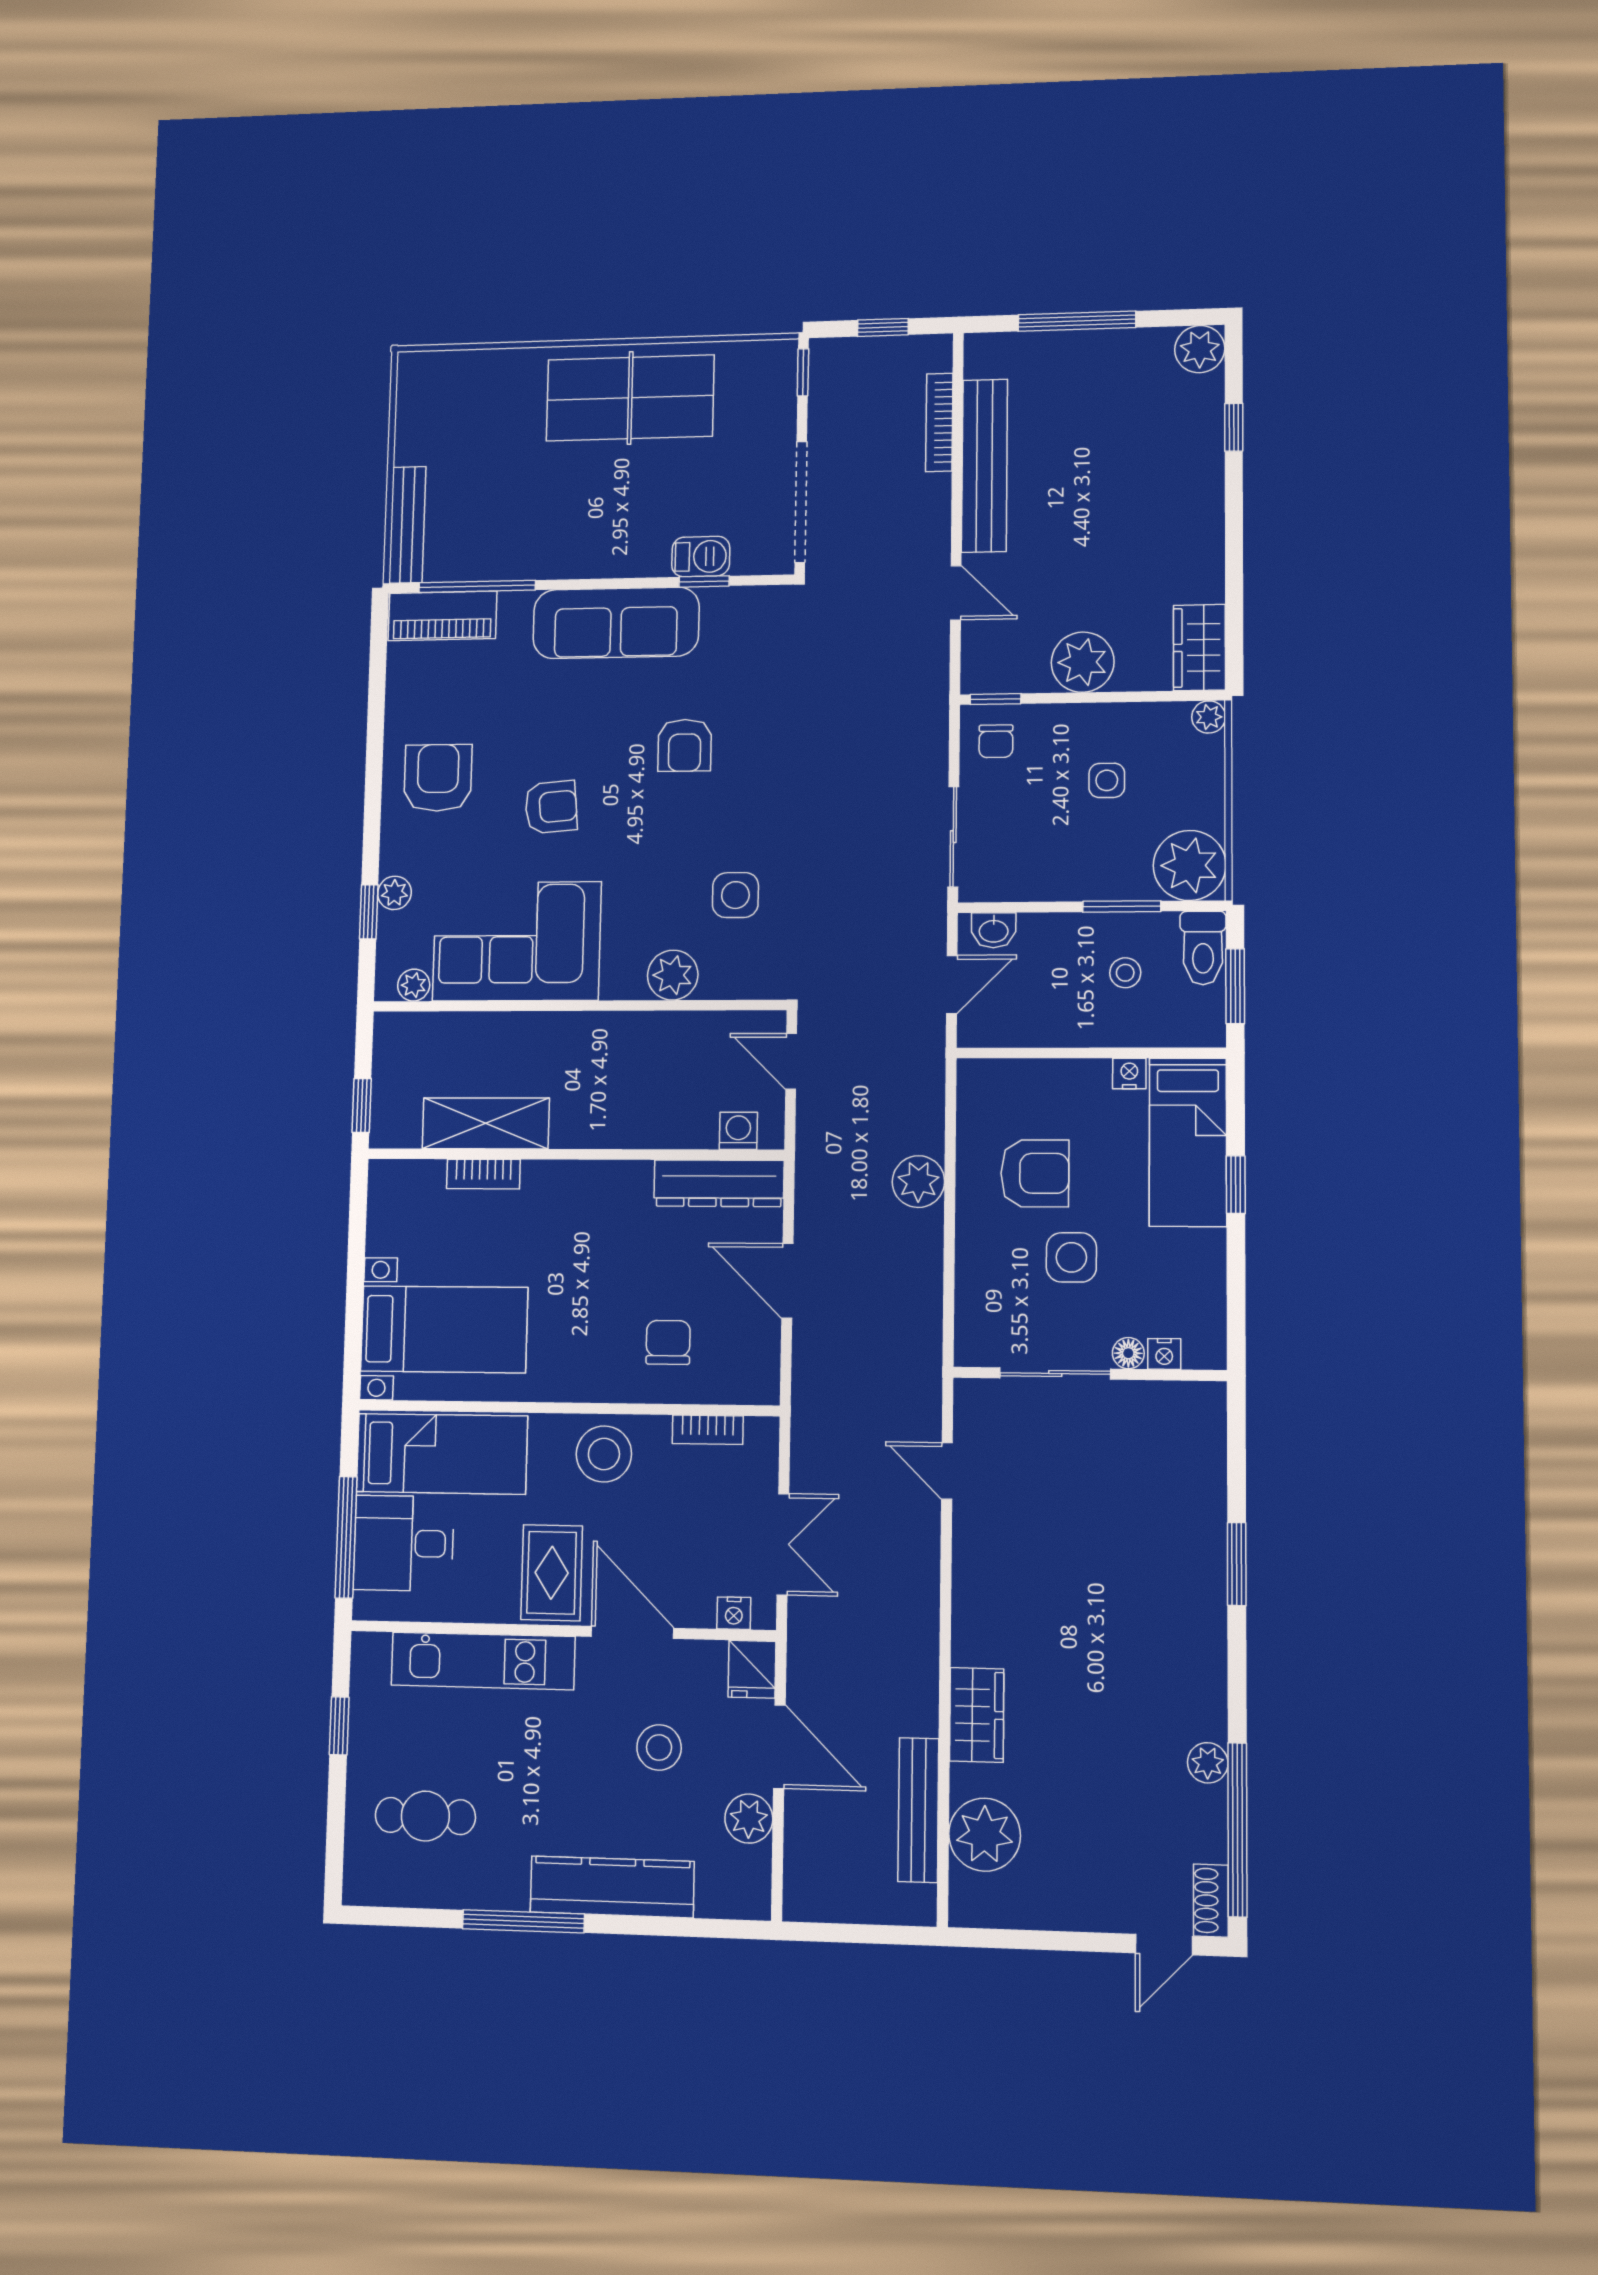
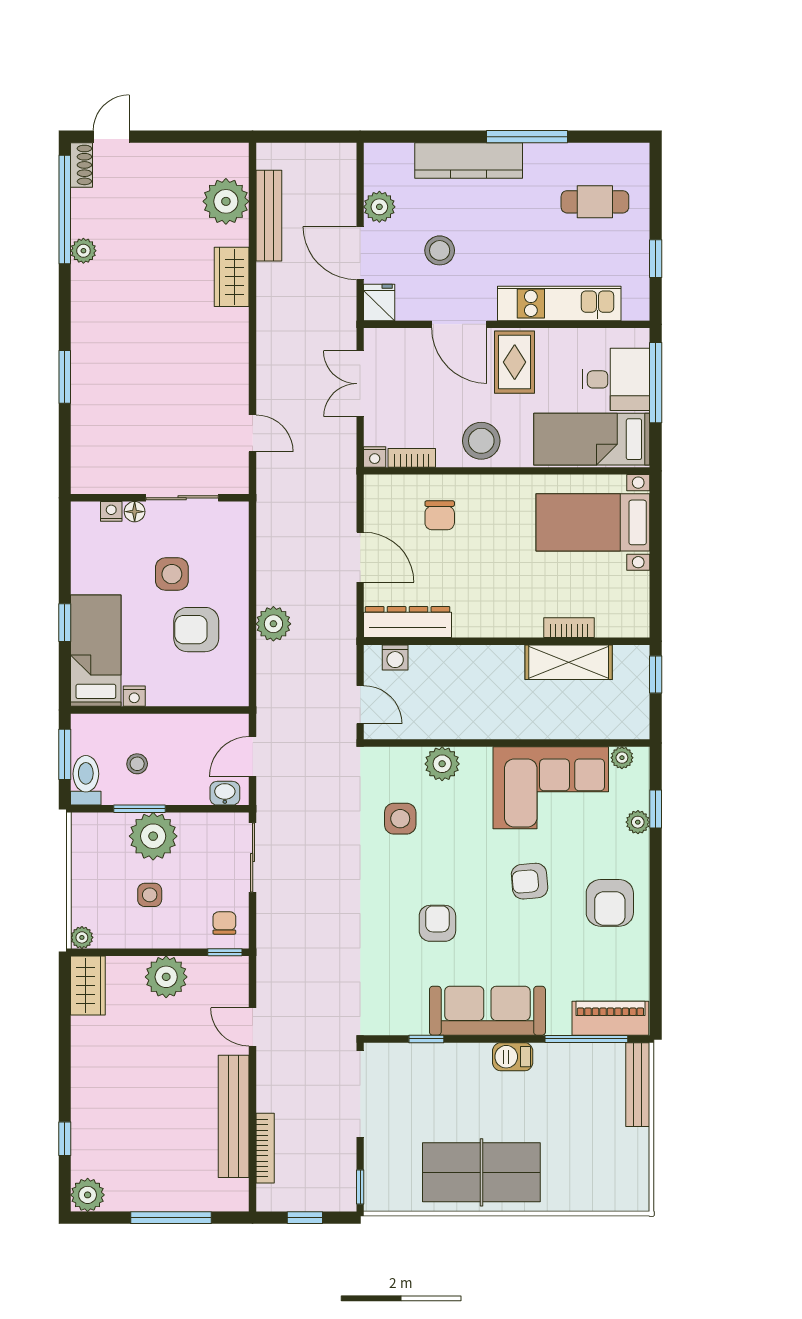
barbecue: (701, 557) -> (513, 1057), moved
plant: (1190, 865) -> (153, 836), moved
nightstand: (734, 1613) -> (375, 457), moved, turned 180

